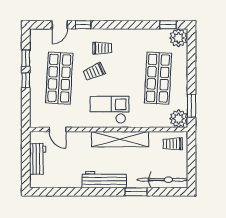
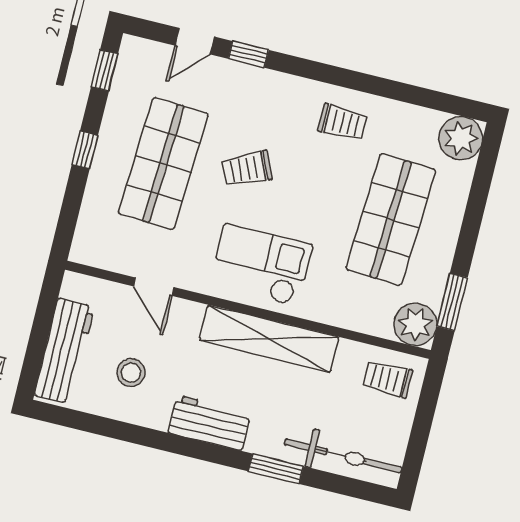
window: (168, 25) -> (444, 102), removed
trolley: (102, 48) -> (343, 122), moved
window: (26, 58) -> (104, 70), moved
door: (57, 129) -> (154, 287), moved
workbench: (38, 159) -> (64, 351), width x1.38
stool: (67, 167) -> (131, 373), added
workbench: (104, 180) -> (209, 423), width x0.73

